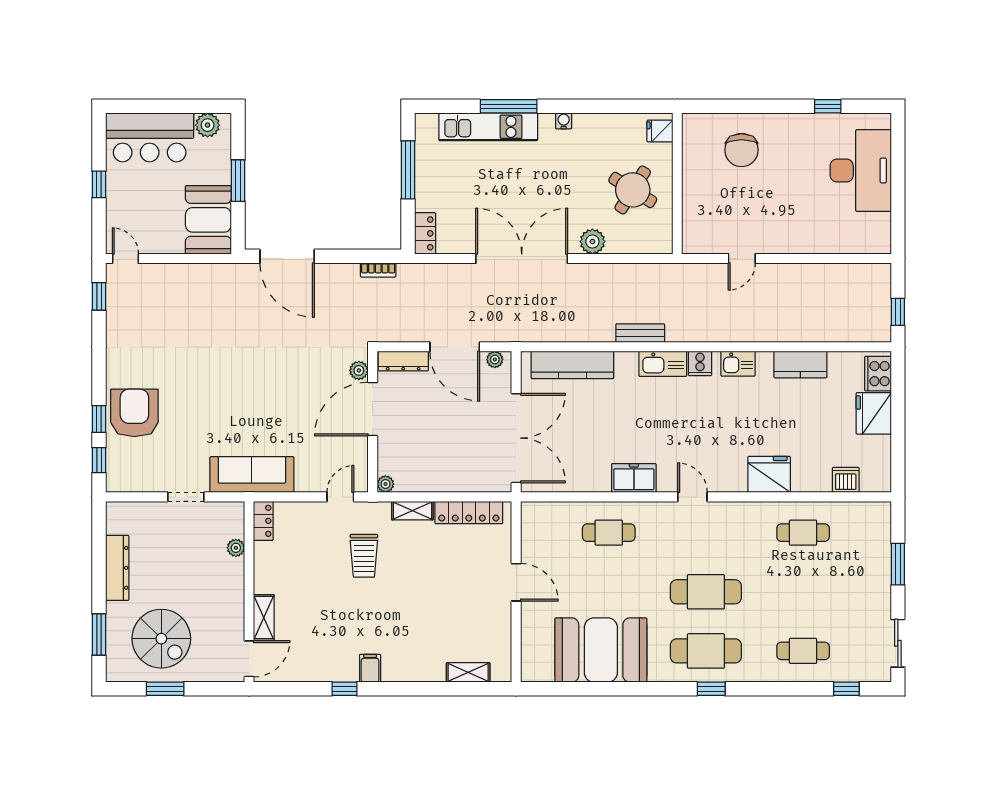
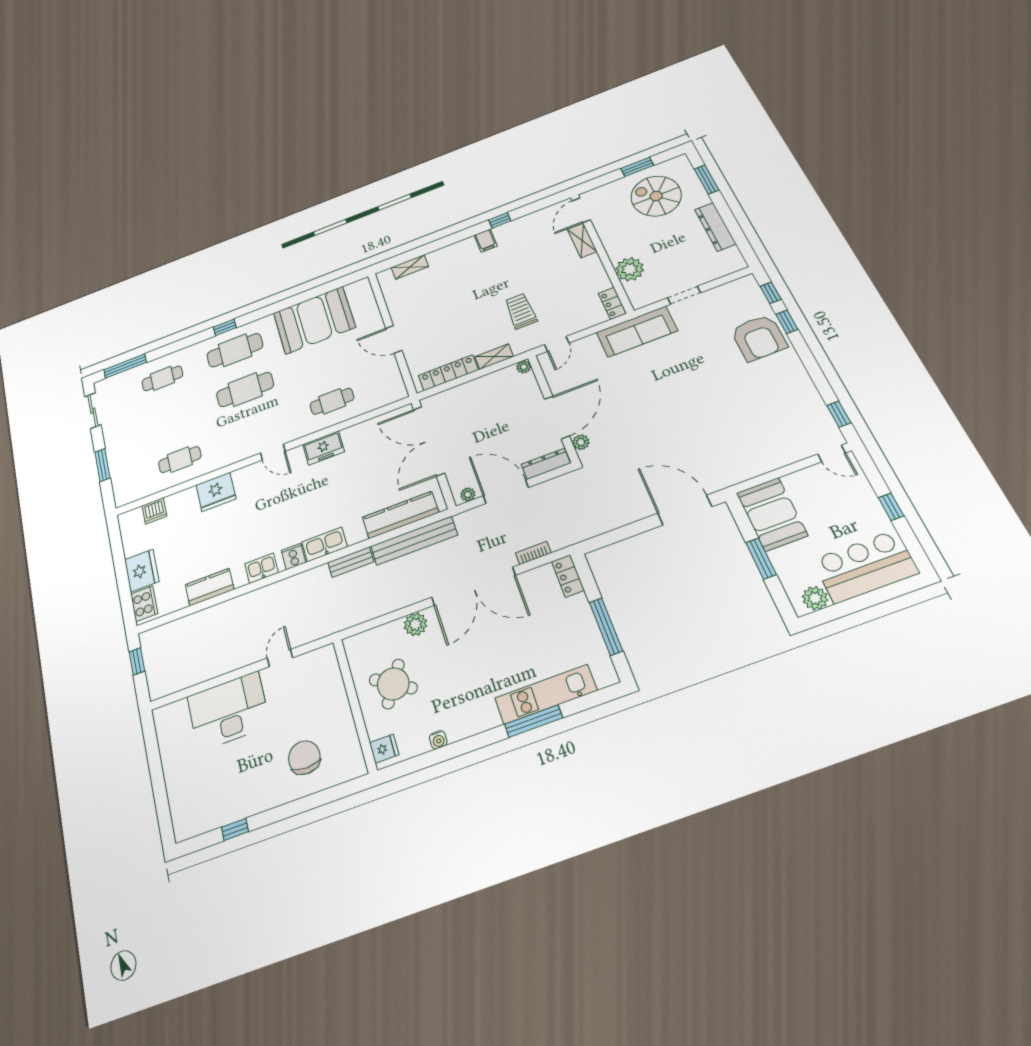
water cooler: (564, 121) -> (438, 740), moved
desk: (861, 170) -> (228, 711), moved, turned 90
bookcase: (378, 270) -> (533, 553), moved
bench: (567, 331) -> (414, 541), added
plant: (236, 548) -> (630, 269), width x1.88, depth x1.88
window: (846, 689) -> (125, 366), width x2.17

